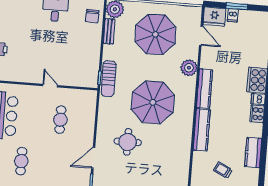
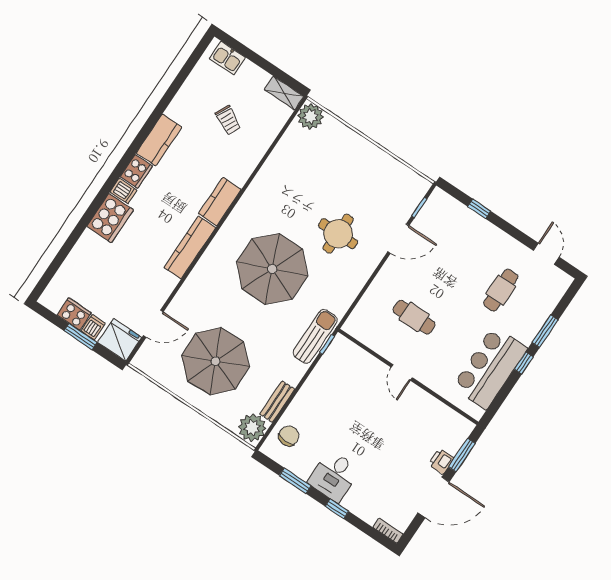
cooker: (247, 17) -> (74, 314), added
door: (201, 36) -> (153, 324), swing flipped
plant: (189, 68) -> (195, 289), removed
cafe table: (60, 120) -> (414, 317), turned 90
kitchen counter: (202, 130) -> (220, 202), width x0.67
kitchen counter: (253, 152) -> (159, 140), moved

